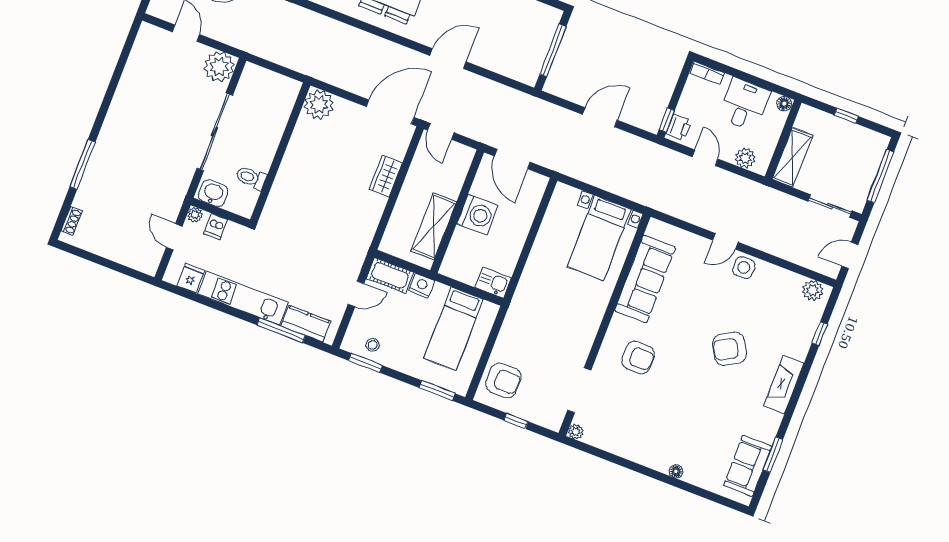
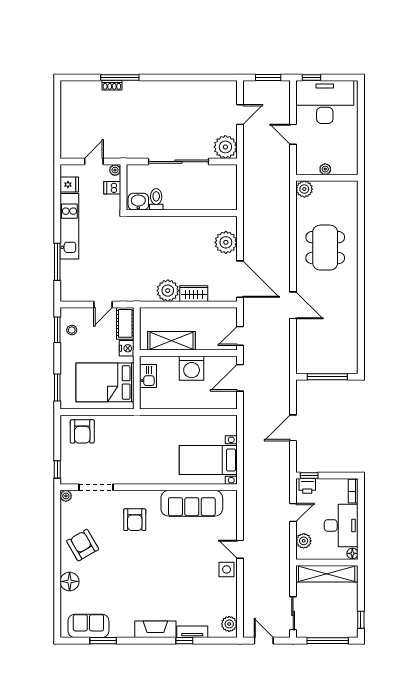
desk: (744, 104) -> (341, 526), width x1.37
plant: (319, 105) -> (226, 242), moved
window: (846, 116) -> (361, 620), moved
door: (600, 117) -> (293, 428), swing flipped
door: (441, 131) -> (240, 336), moved
shelving: (792, 157) -> (327, 574), width x1.47
washbasin: (213, 193) -> (138, 202), moved, turned -90
plant: (370, 207) -> (168, 291), added
shoe rack: (72, 221) -> (112, 85), moved
kitchen sink: (493, 283) -> (148, 376), moved
door: (356, 294) -> (103, 305), hinge flipped
kitchen counter: (306, 324) -> (69, 277), removed
bed: (454, 329) -> (105, 382), width x1.50
window: (820, 334) -> (184, 641), moved
tv unit: (805, 340) -> (192, 632), added
armchair: (730, 349) -> (83, 545), moved
window: (516, 421) -> (57, 469), moved
floor lamp: (676, 471) -> (70, 581), width x1.89, depth x1.89

